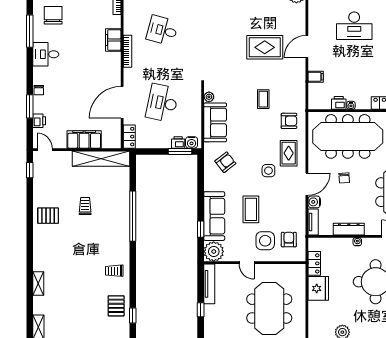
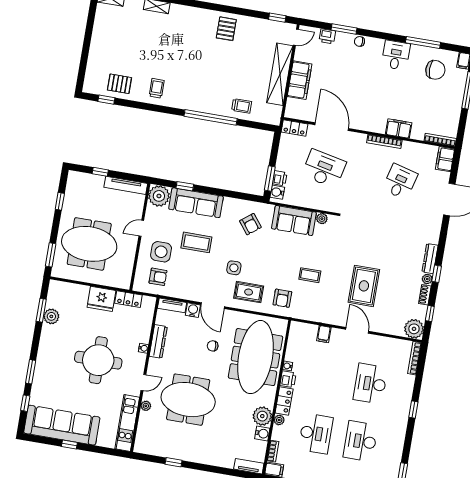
printer: (339, 103) -> (288, 379), moved
shelving: (101, 159) -> (280, 74), moved
trolley: (85, 206) -> (242, 106), moved

